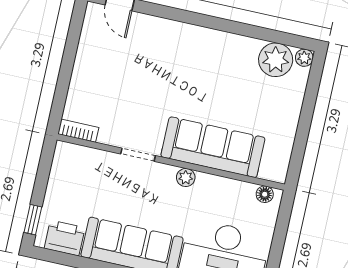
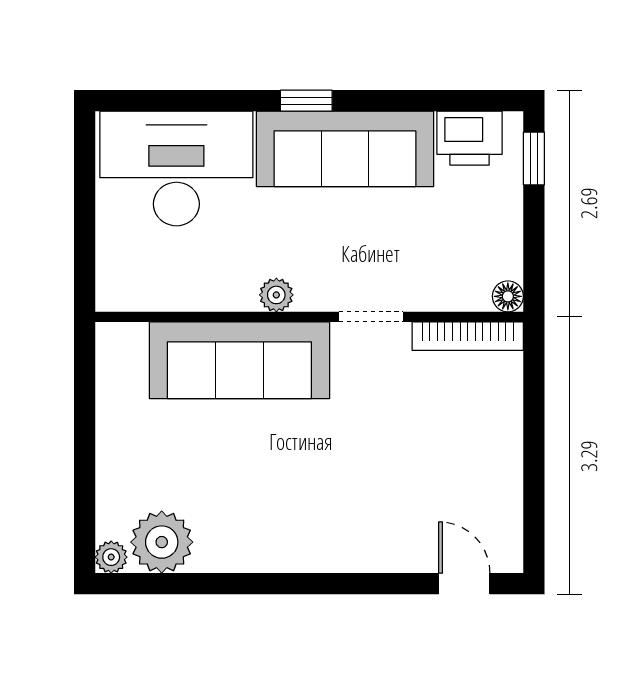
bookcase: (78, 131) -> (468, 336), width x1.56
floor lamp: (265, 194) -> (508, 296), moved

